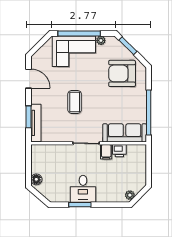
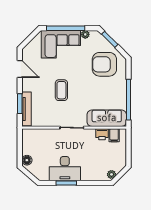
filing cabinet: (106, 152) -> (114, 135), moved
desk: (83, 189) -> (65, 169), width x1.37

